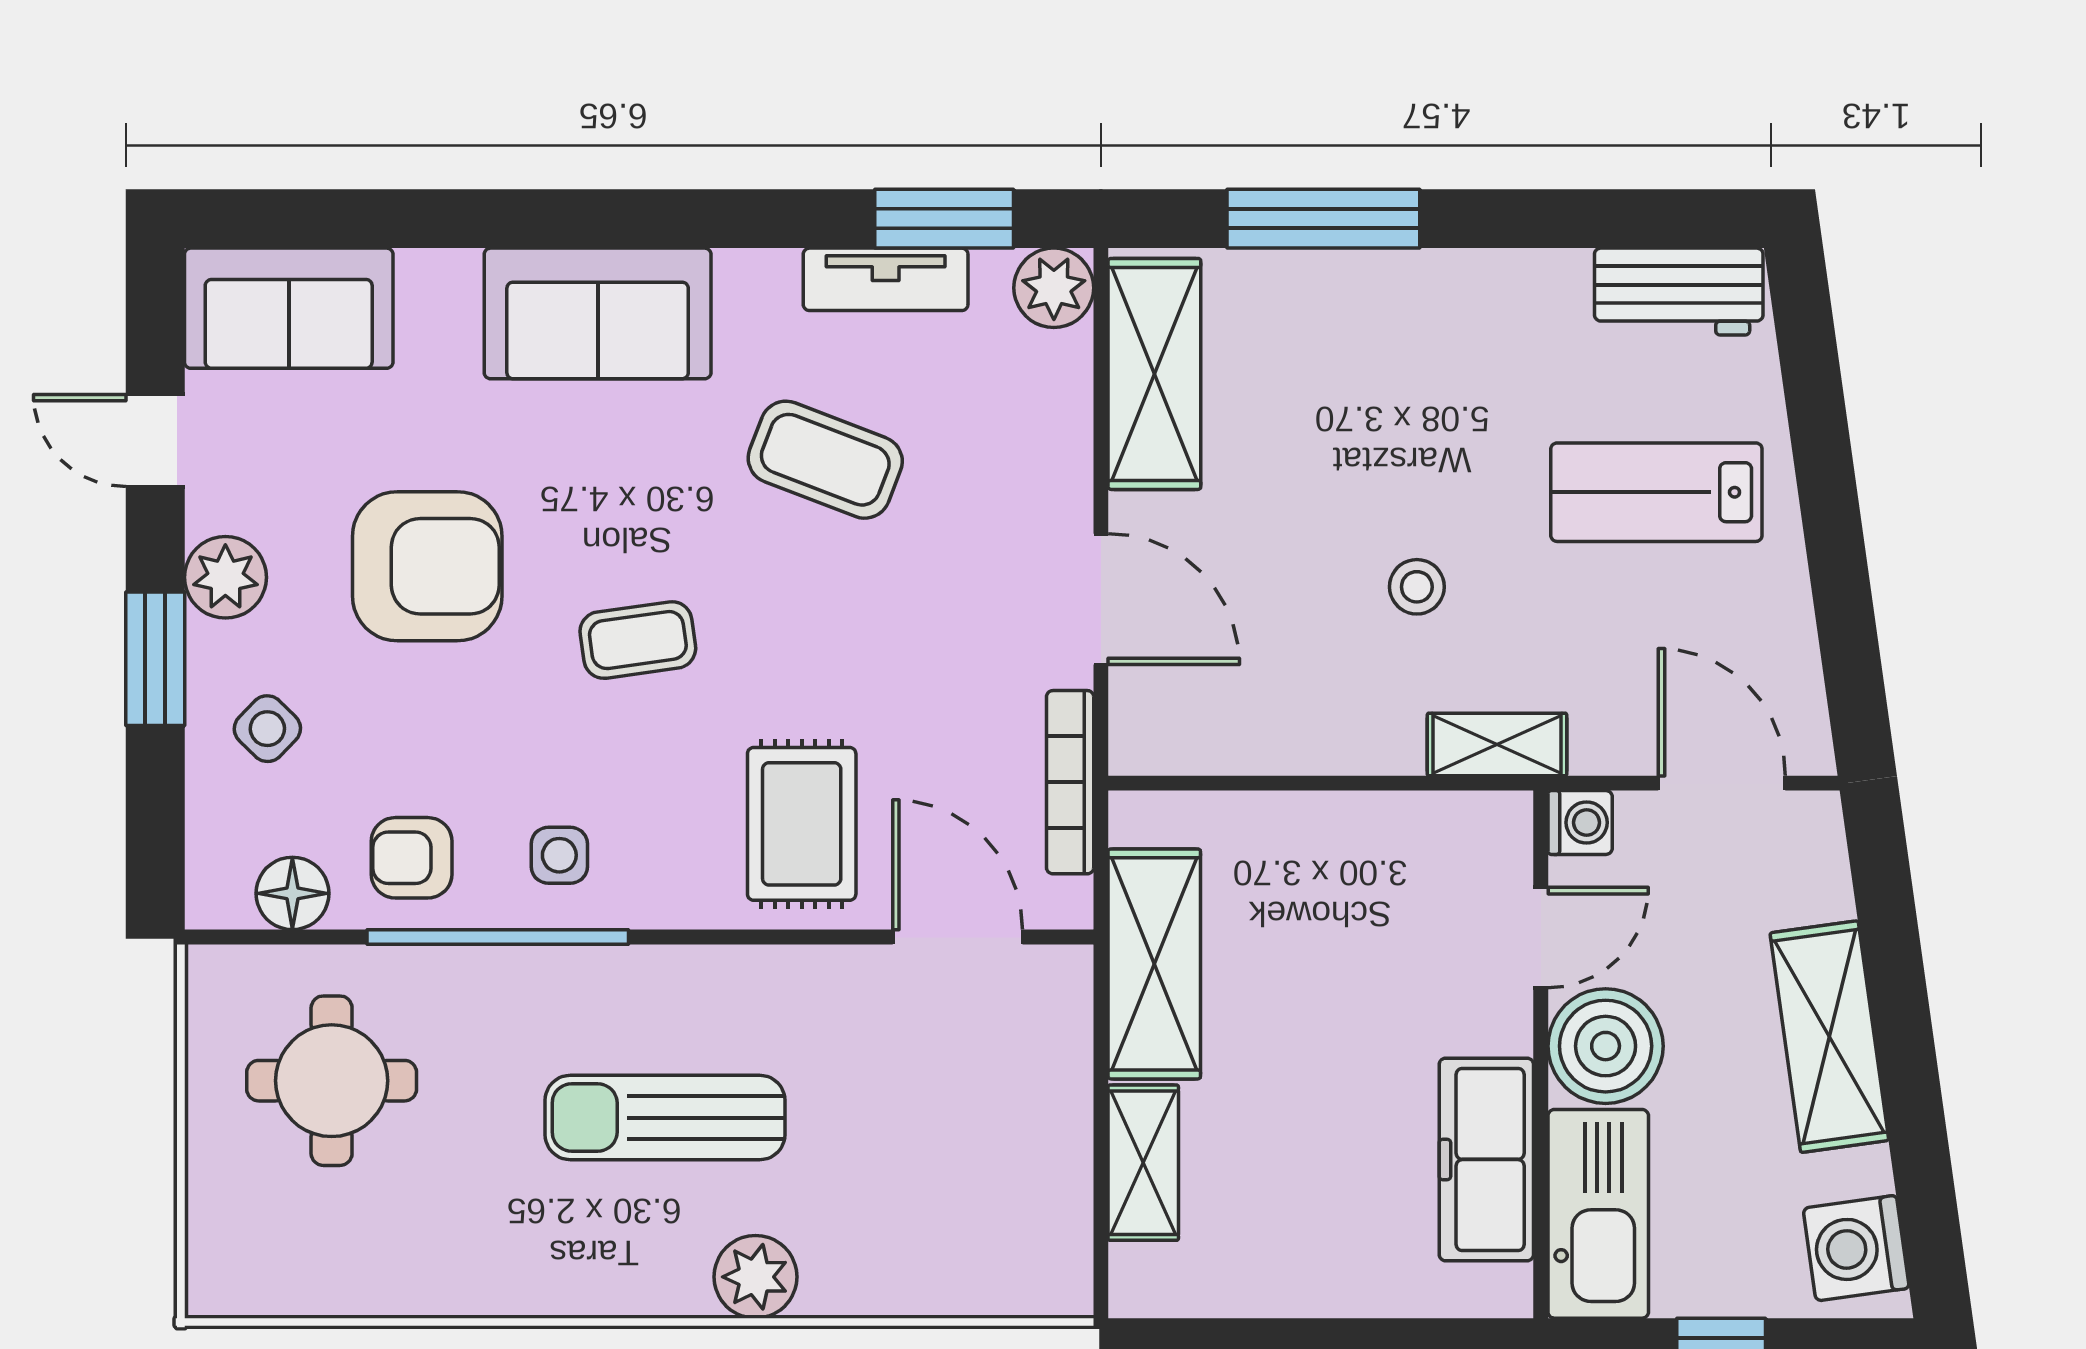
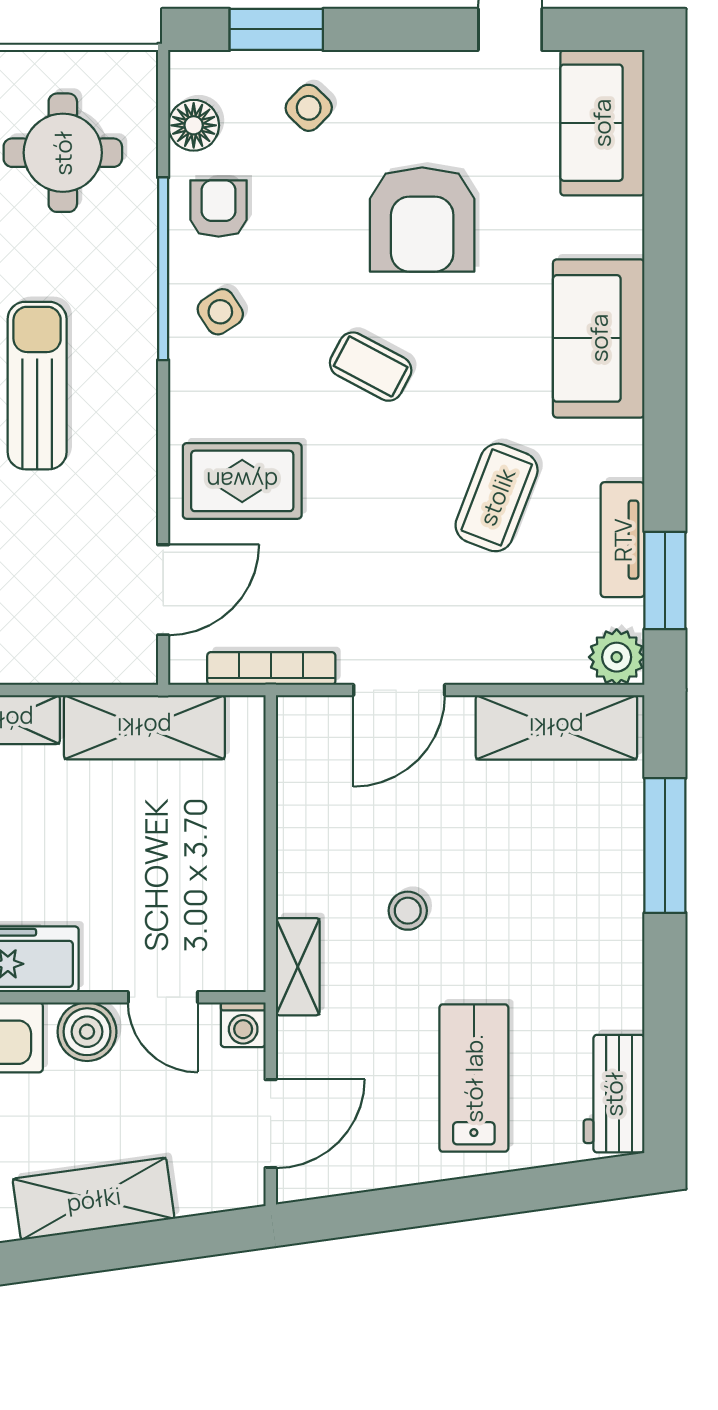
plant: (225, 577) -> (414, 79), removed
coffee table: (638, 640) -> (371, 367), turned -54
window: (155, 659) -> (276, 29), moved
side table: (559, 855) -> (220, 312), turned -33
boiler: (1606, 1046) -> (87, 1032), width x0.73, depth x0.73

